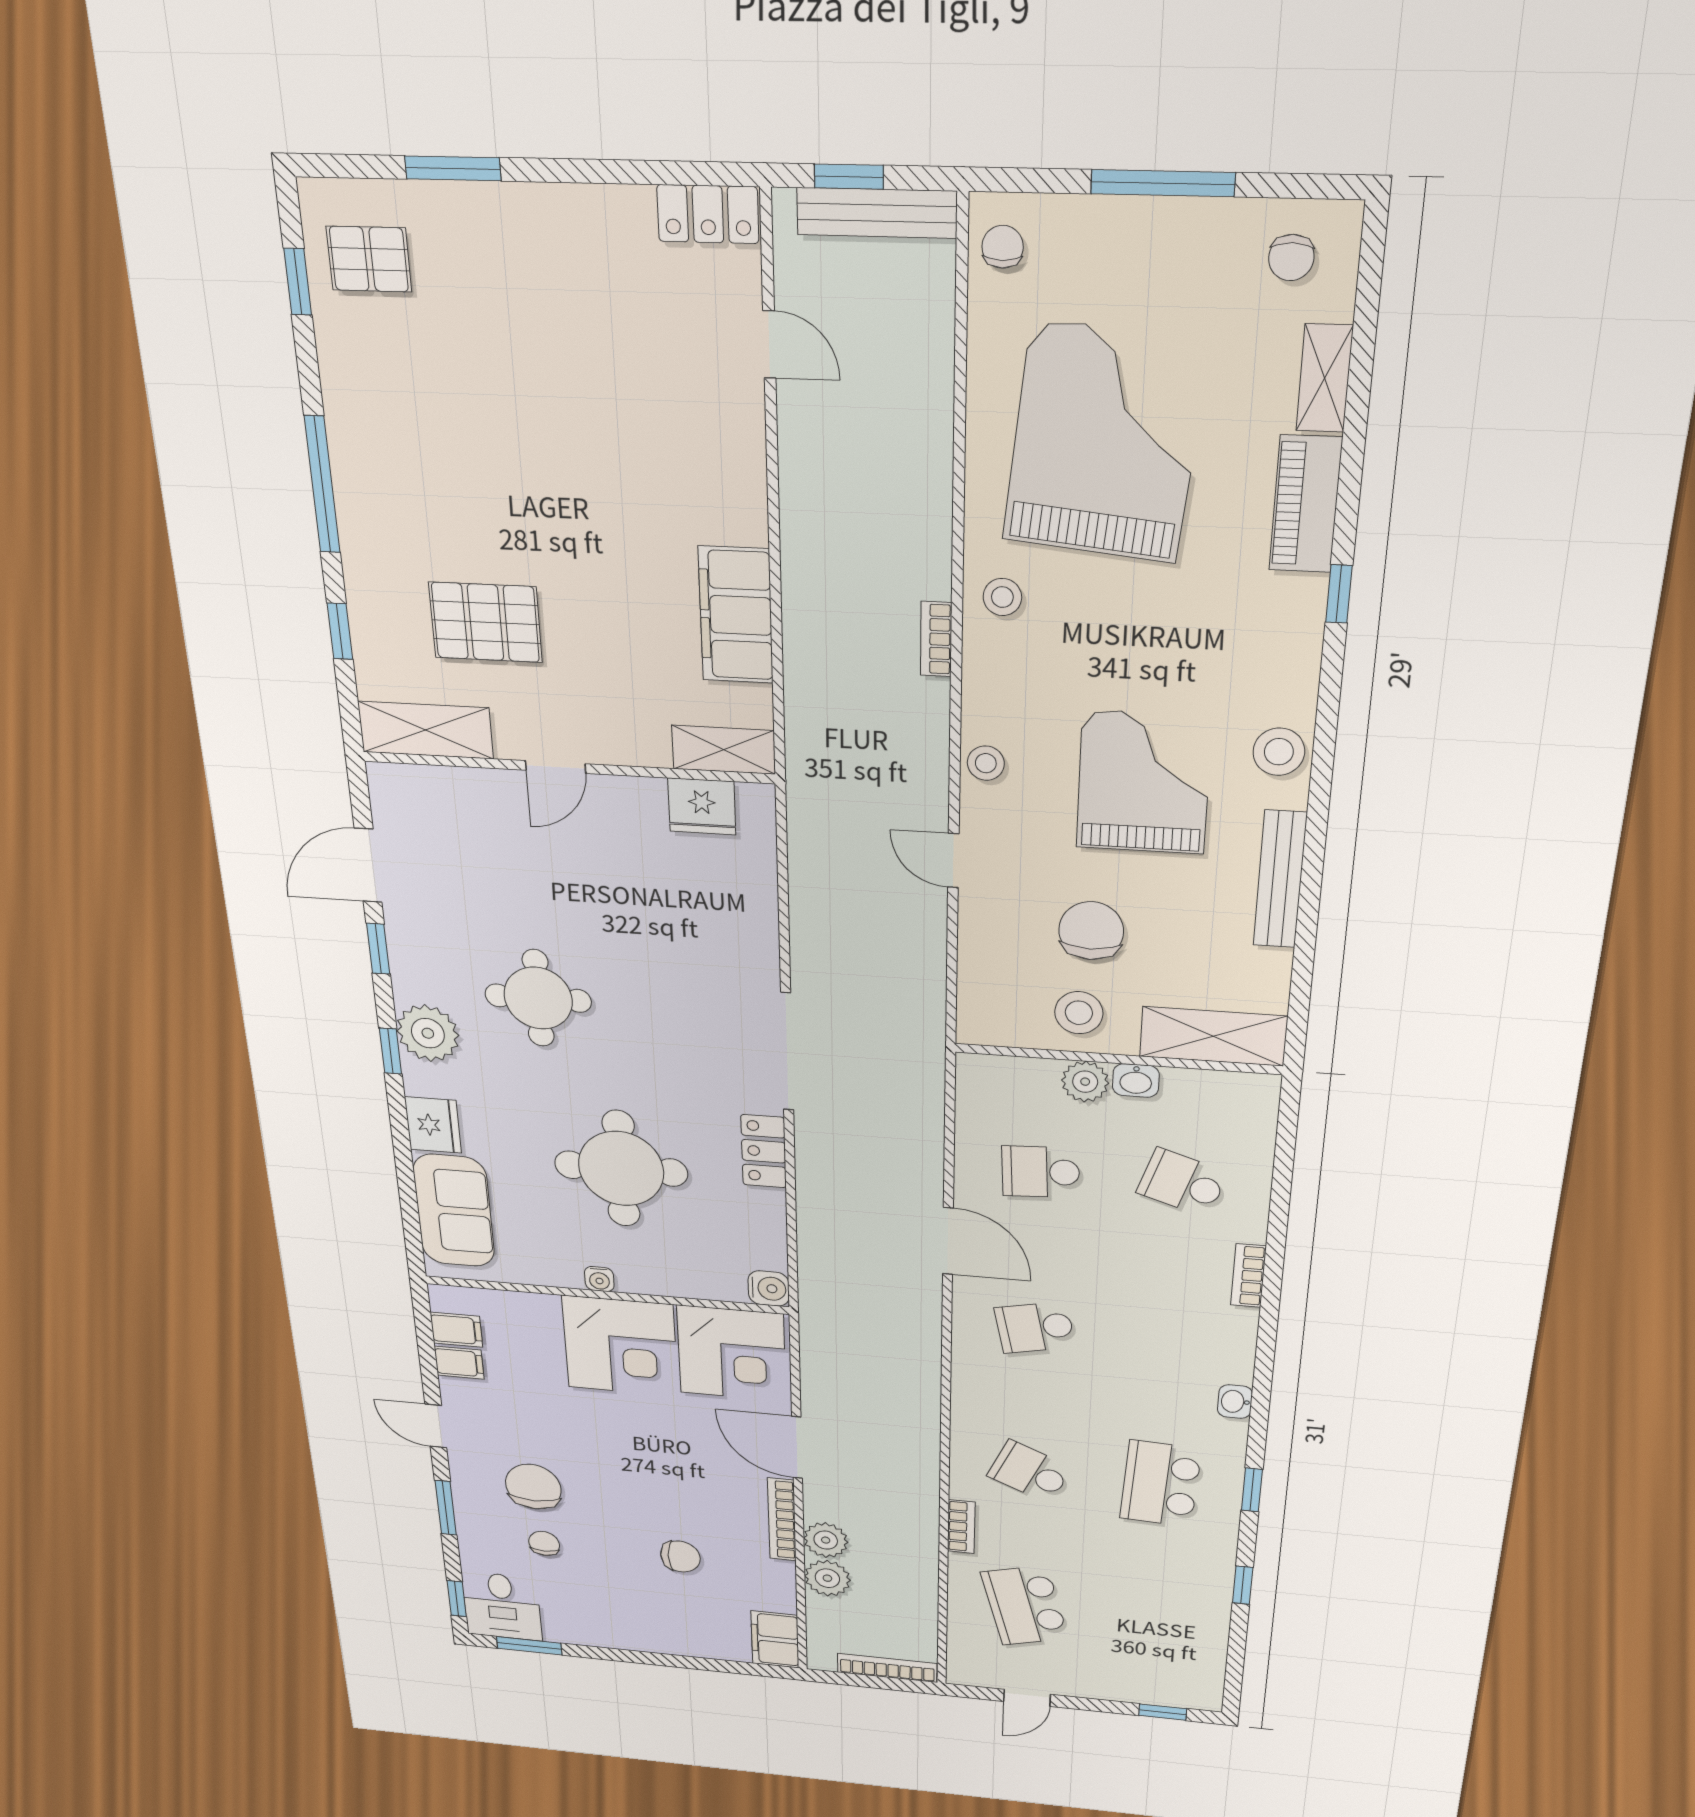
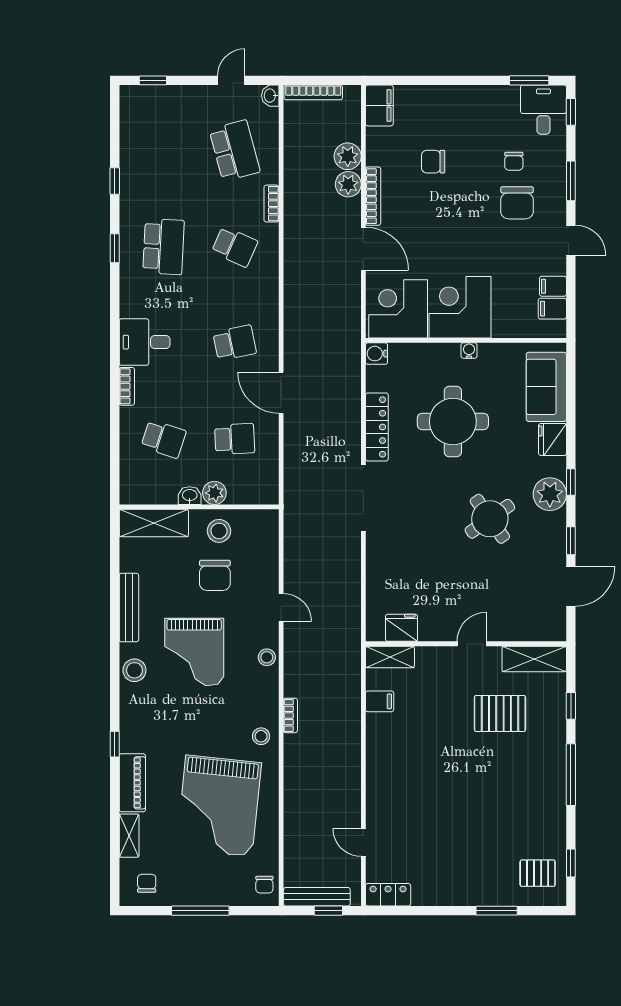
filing cabinet: (736, 615) -> (380, 701), width x0.33, depth x0.86
round table: (538, 998) -> (490, 519), turned -35
locker: (764, 1151) -> (377, 427), width x1.53
desk: (1208, 1343) -> (145, 342), added
washbasin: (1235, 1402) -> (270, 96), moved, turned 180

